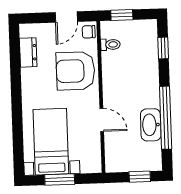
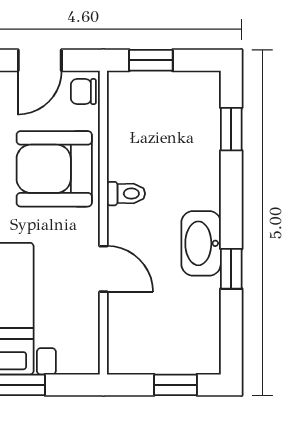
toilet: (110, 45) -> (126, 194), moved
window: (166, 118) -> (231, 269), width x0.32
washbasin: (151, 125) -> (201, 243), moved

